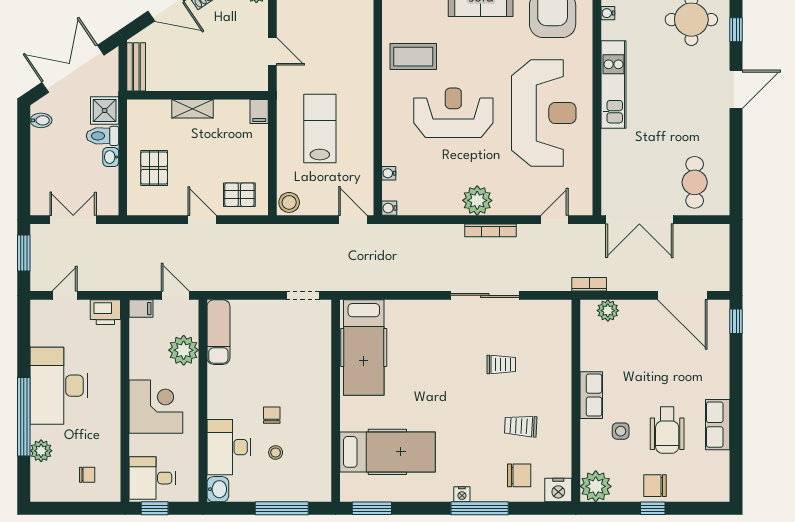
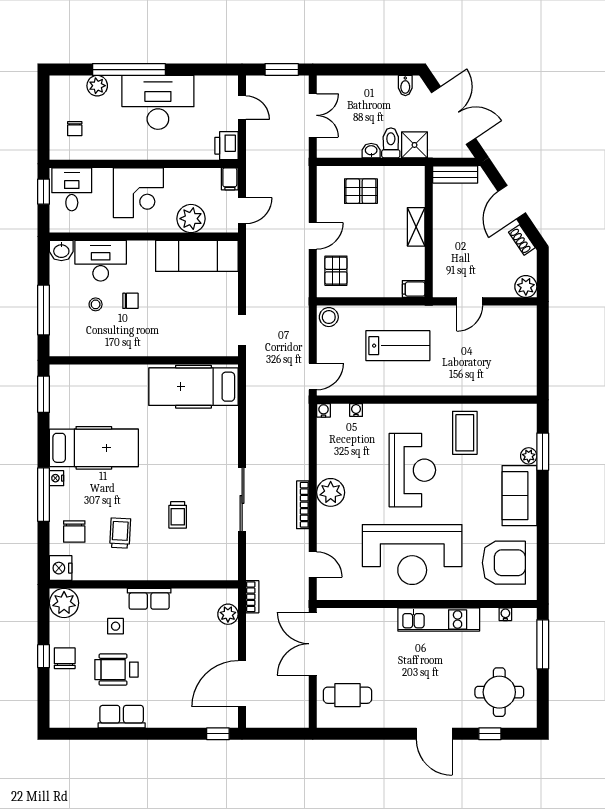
exam couch: (218, 332) -> (197, 256), width x1.36, depth x1.45
hospital bed: (387, 452) -> (94, 448), moved, turned -90

